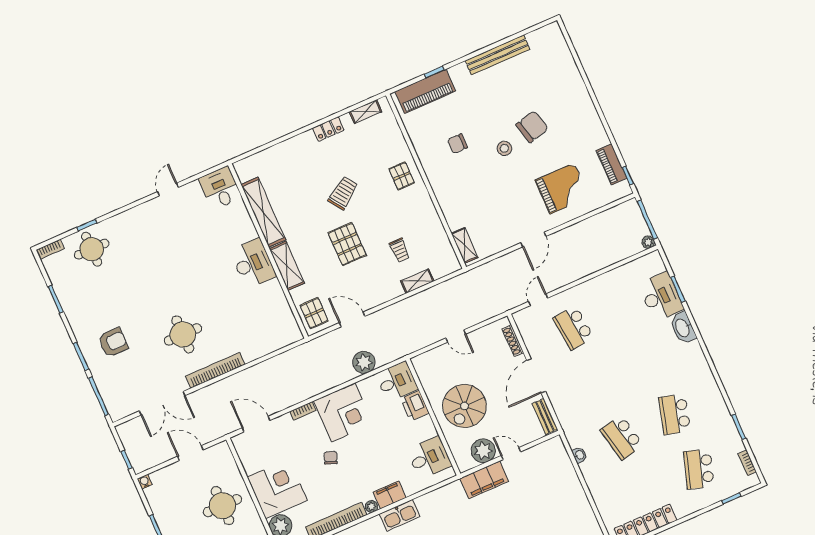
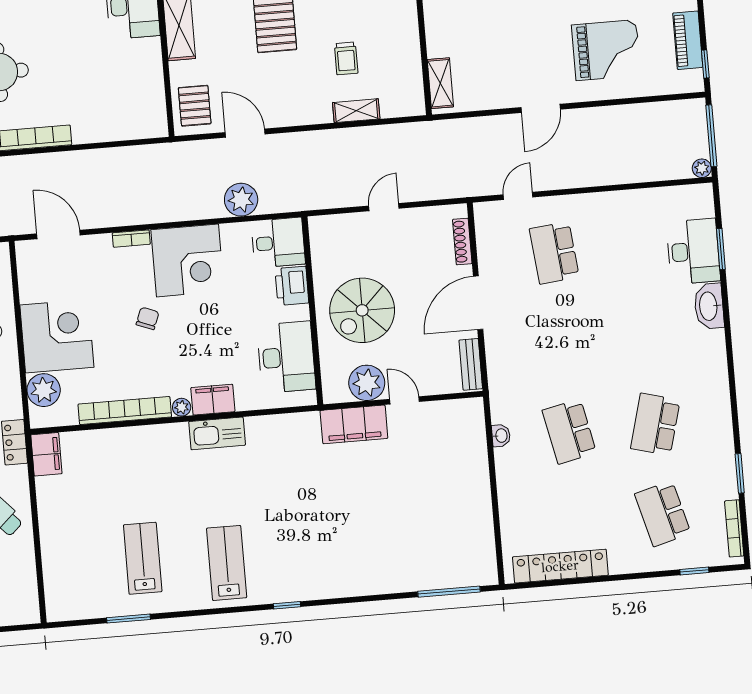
door: (456, 336) -> (384, 207), swing flipped
desk: (429, 458) -> (286, 357), width x1.37
bookcase: (747, 463) -> (734, 528), width x1.56
school desk: (699, 469) -> (663, 514), turned -33

